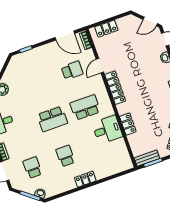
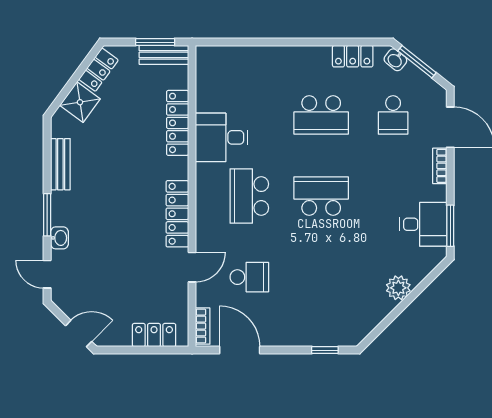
door: (150, 22) -> (79, 334), moved
school desk: (72, 70) -> (249, 277), turned 180
school desk: (85, 107) -> (249, 196), turned 90
locker: (128, 124) -> (178, 123), width x1.53
school desk: (65, 156) -> (321, 115), width x1.85
locker: (85, 179) -> (353, 56), moved

